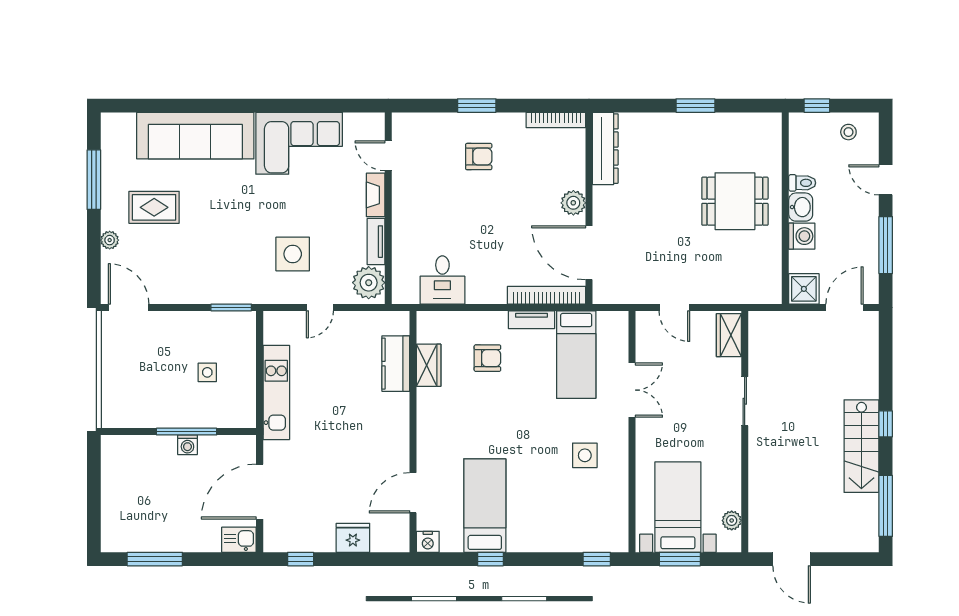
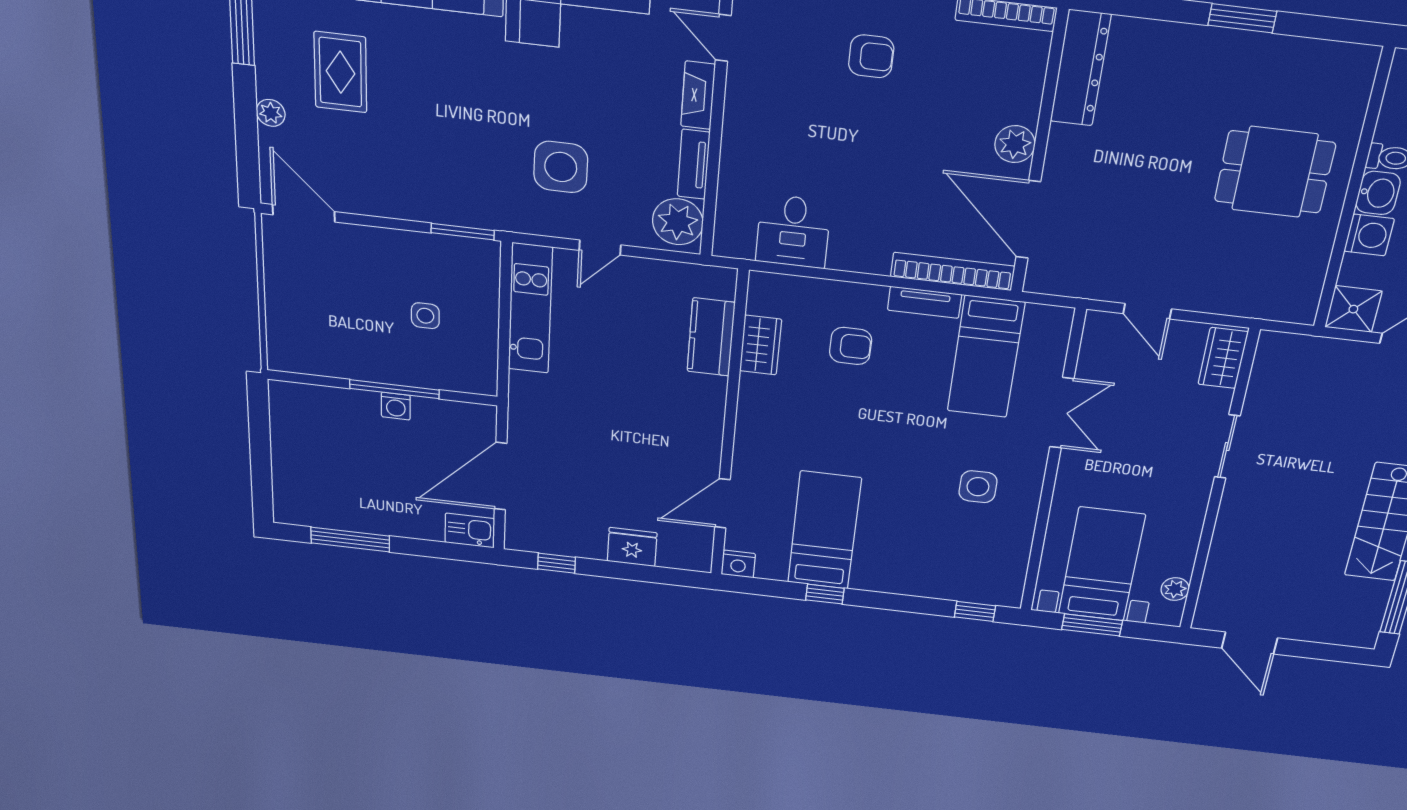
rug: (154, 207) -> (340, 72), turned 90
kitchen unit: (276, 392) -> (530, 309), moved

